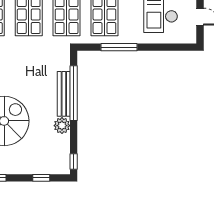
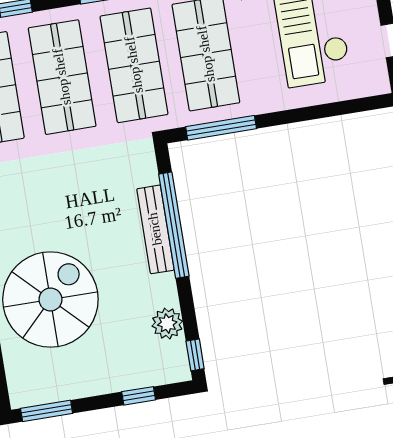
window: (119, 47) -> (221, 128), moved
plant: (62, 126) -> (167, 324), moved

